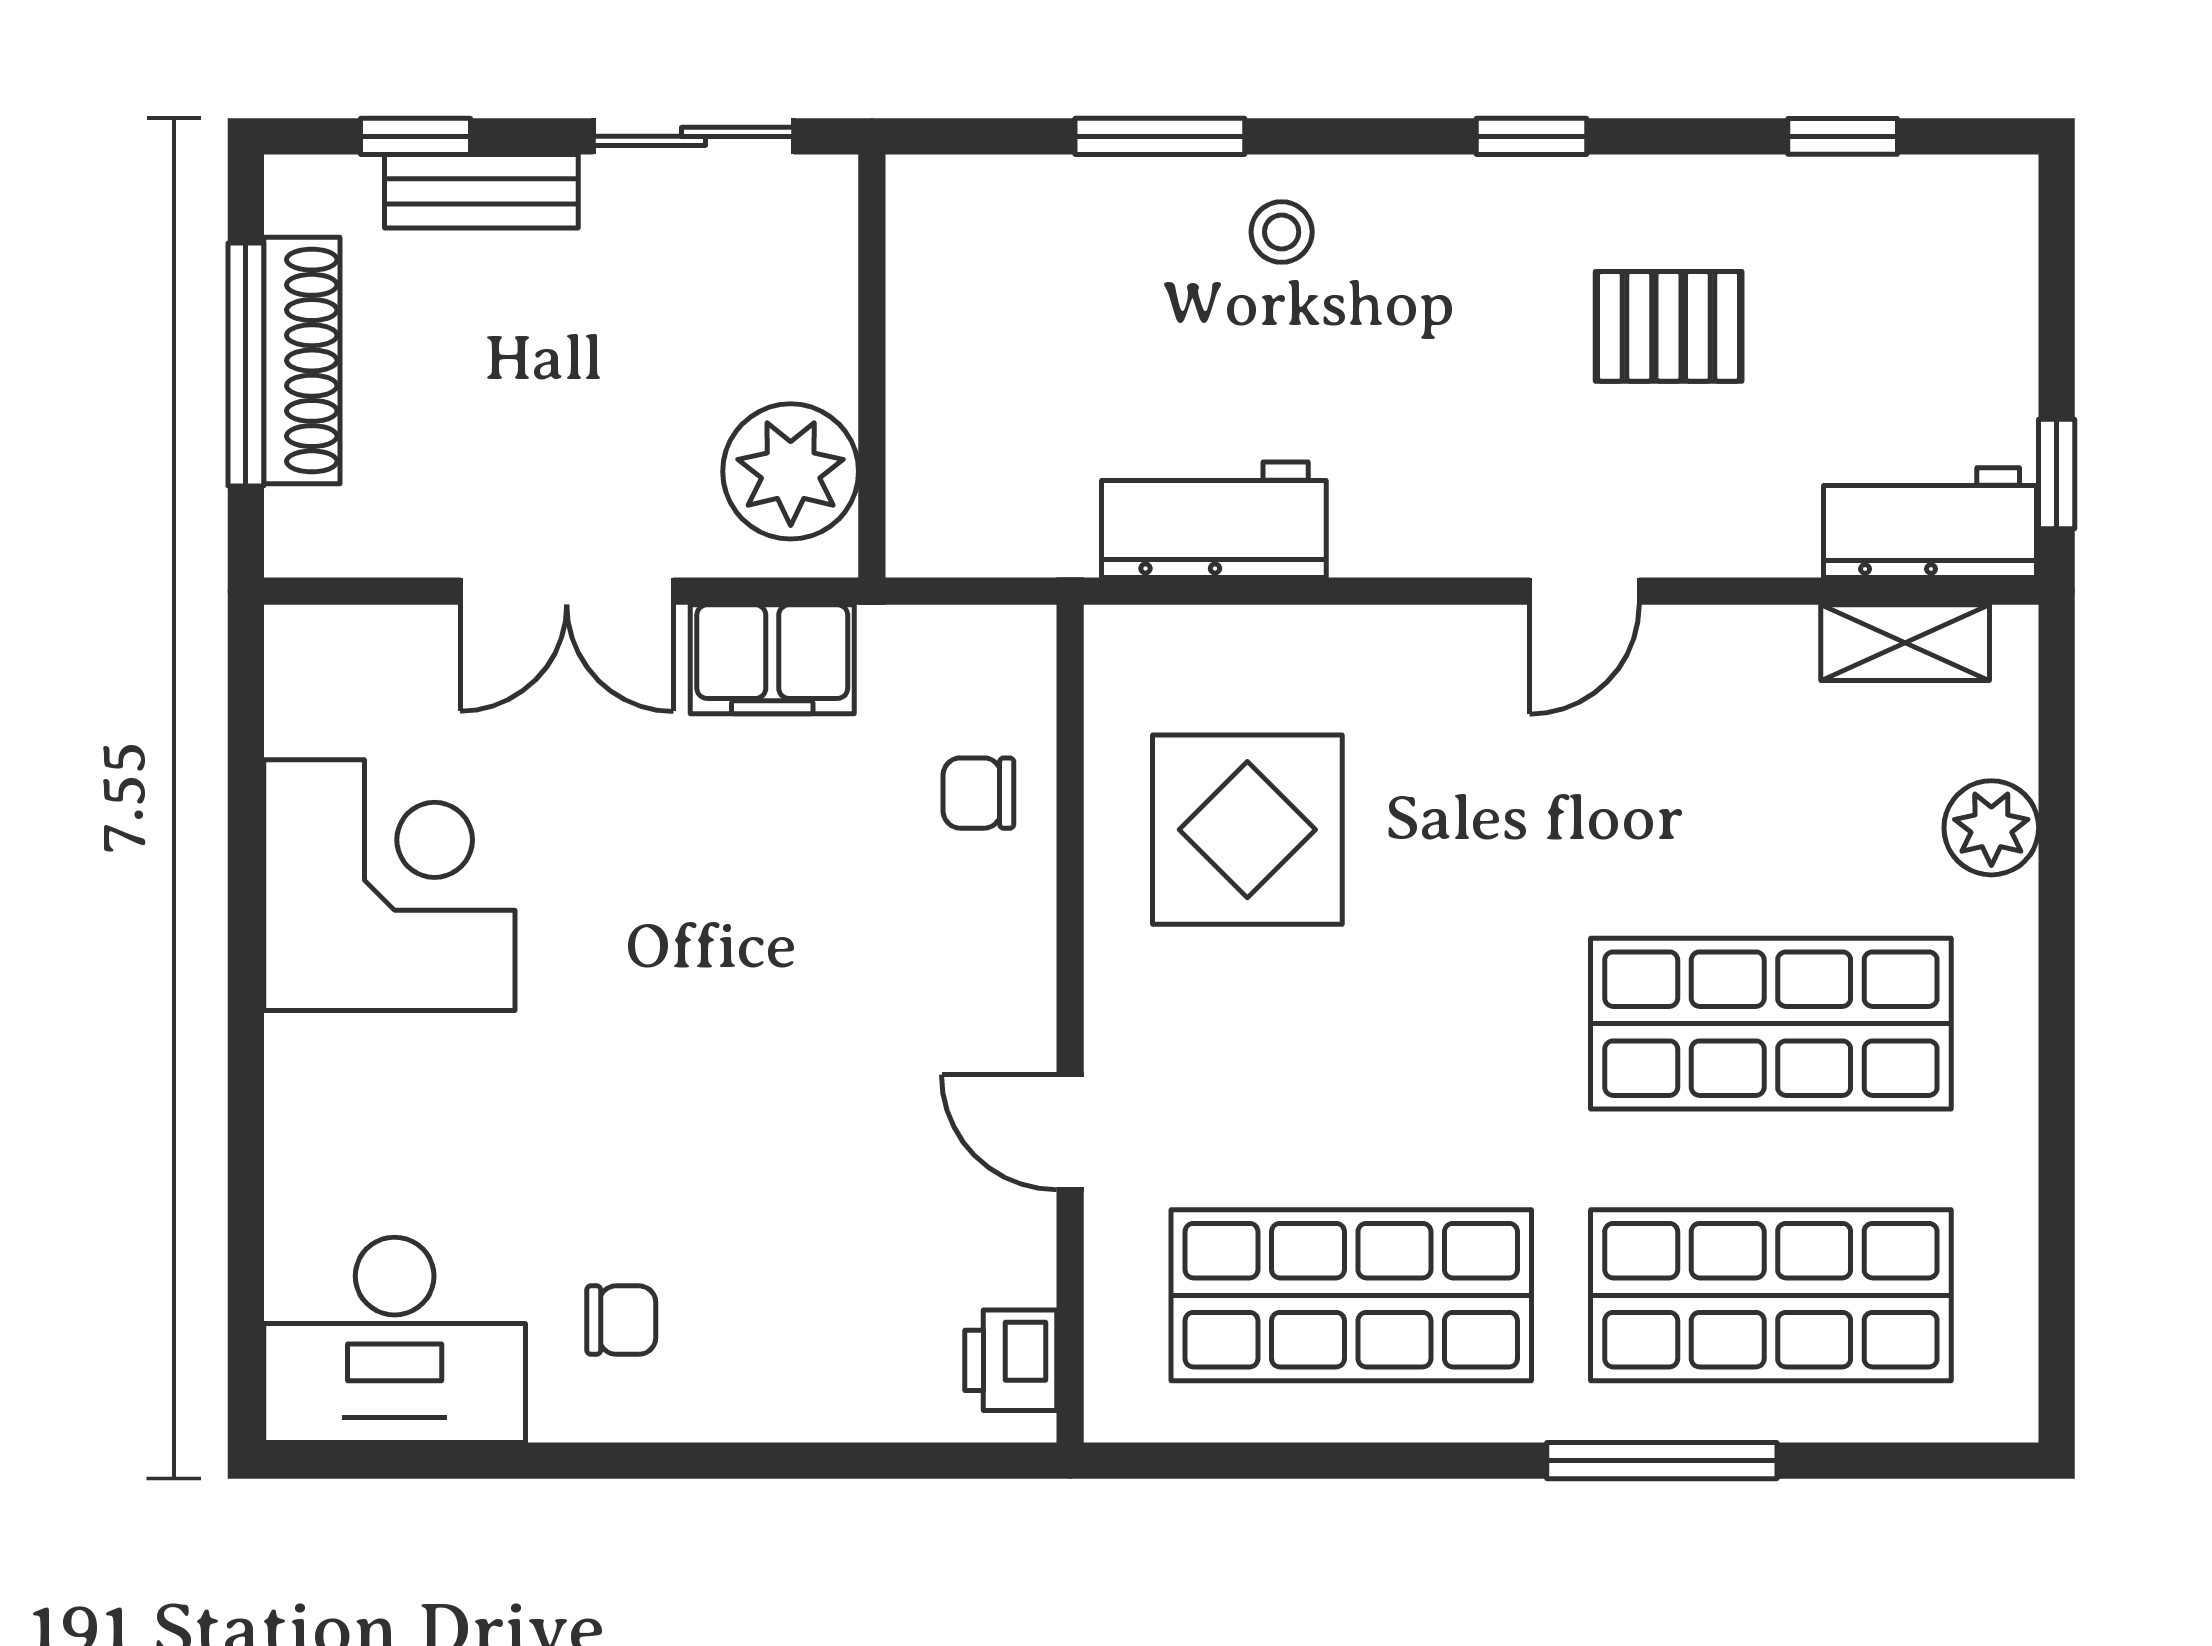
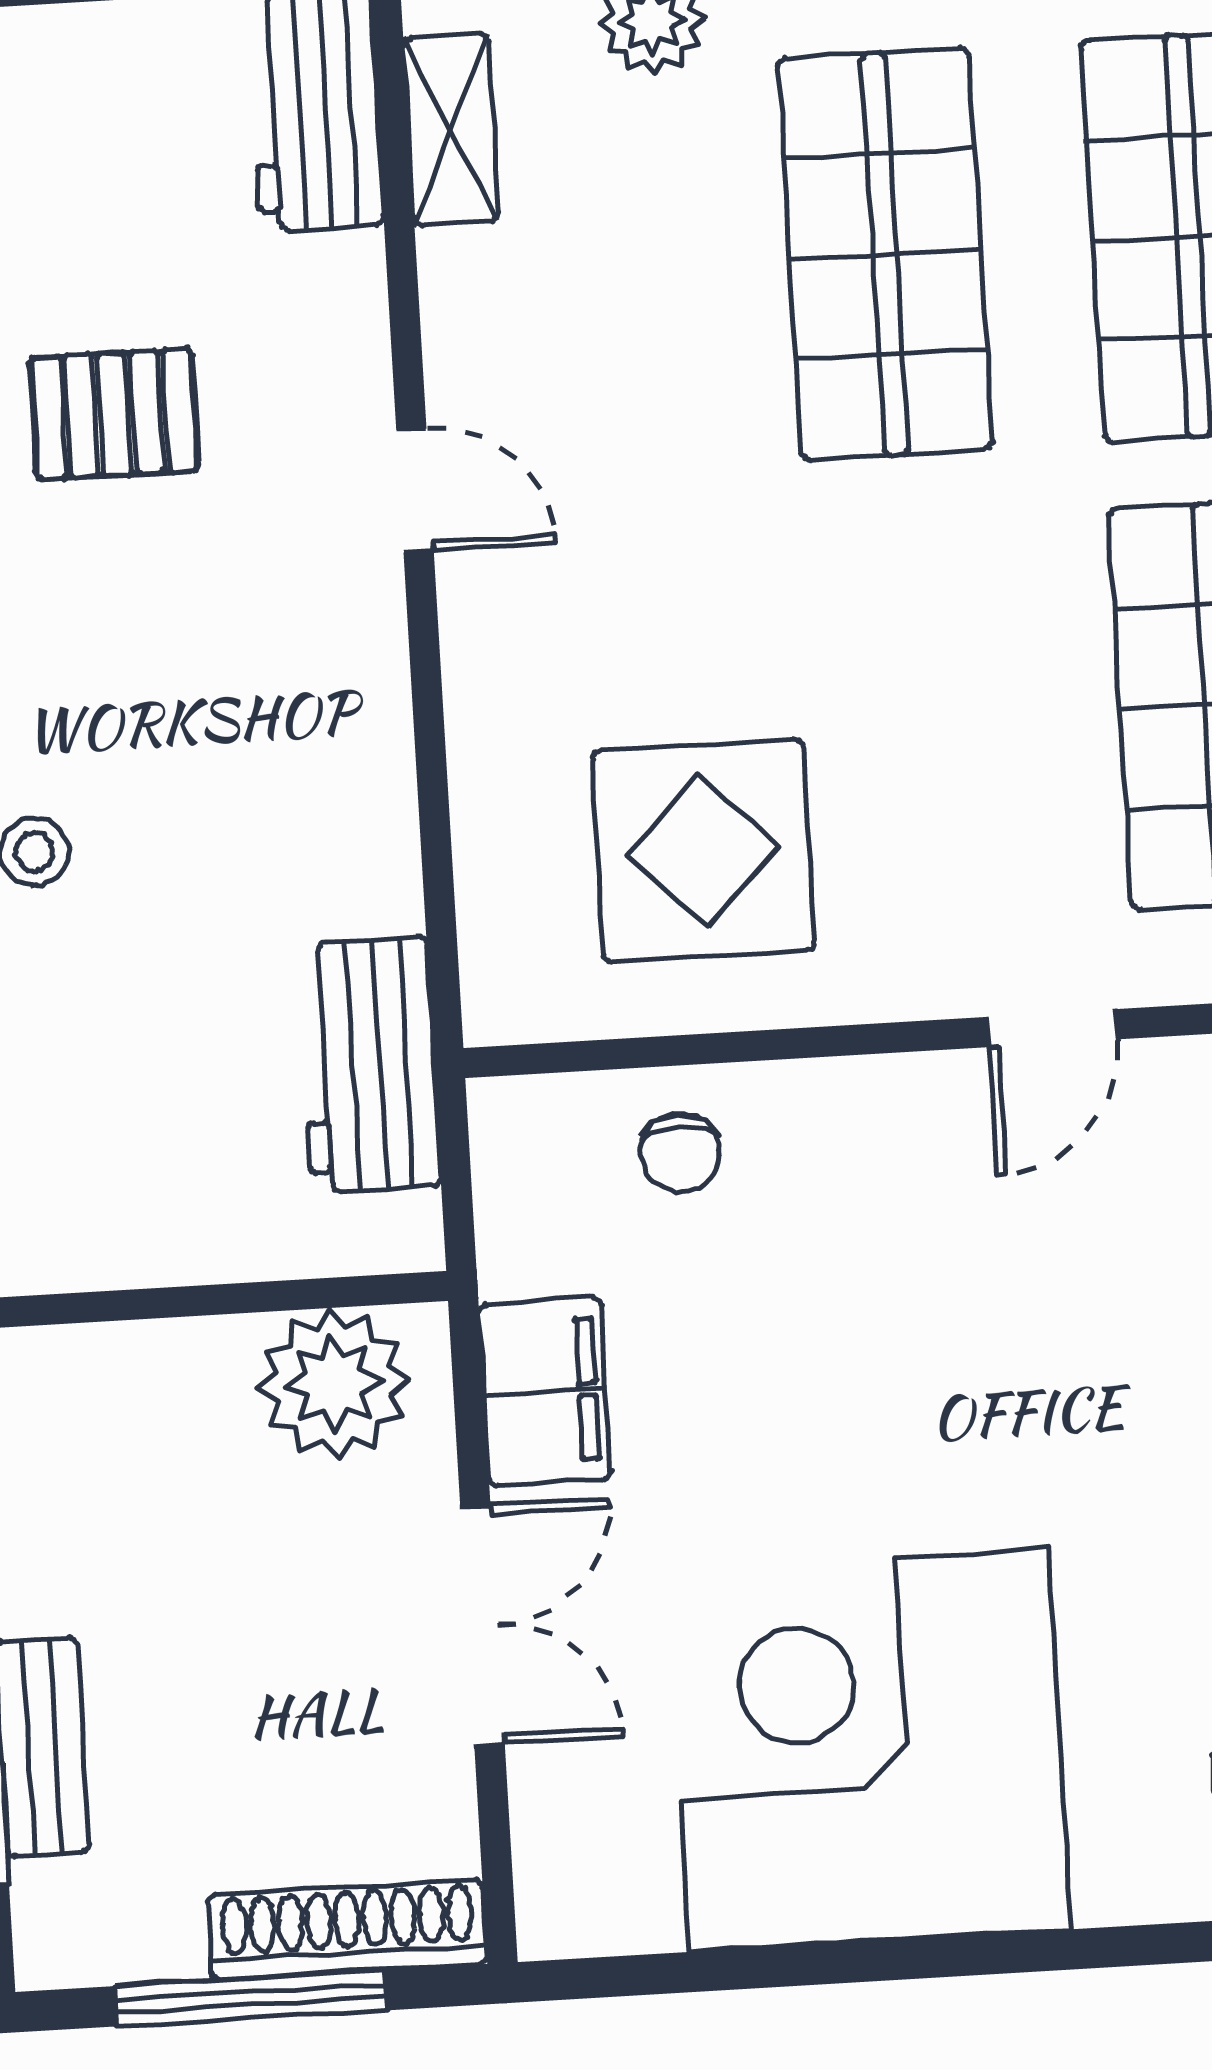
pallet: (1669, 326) -> (114, 414), turned 90
shoe rack: (302, 360) -> (347, 1930), moved
workbench: (1214, 520) -> (369, 1065), moved
corner desk: (389, 885) -> (869, 1750), width x1.36, depth x1.36

